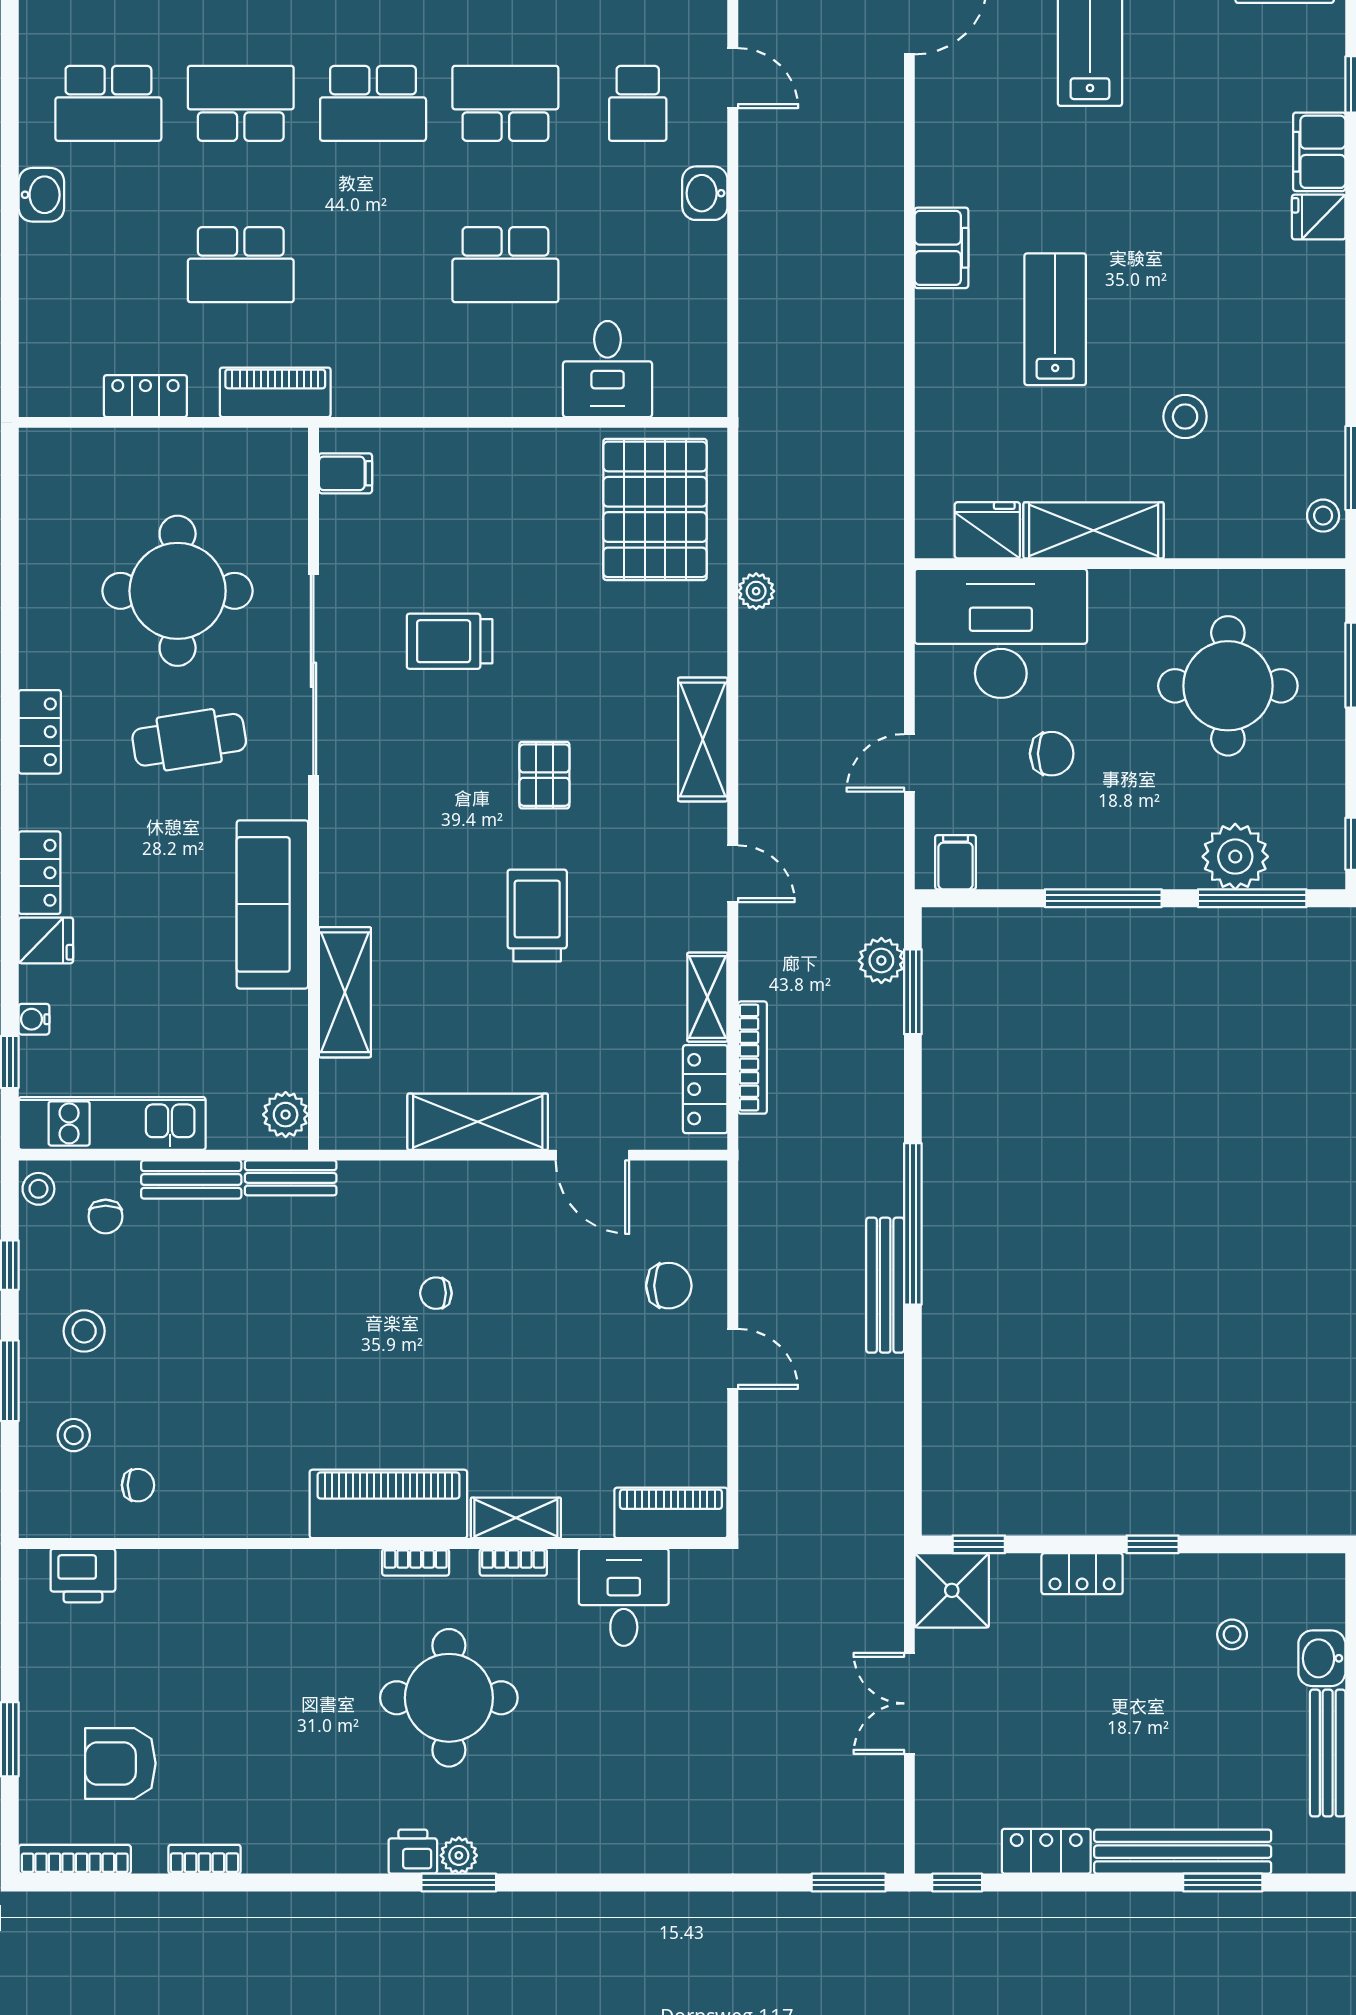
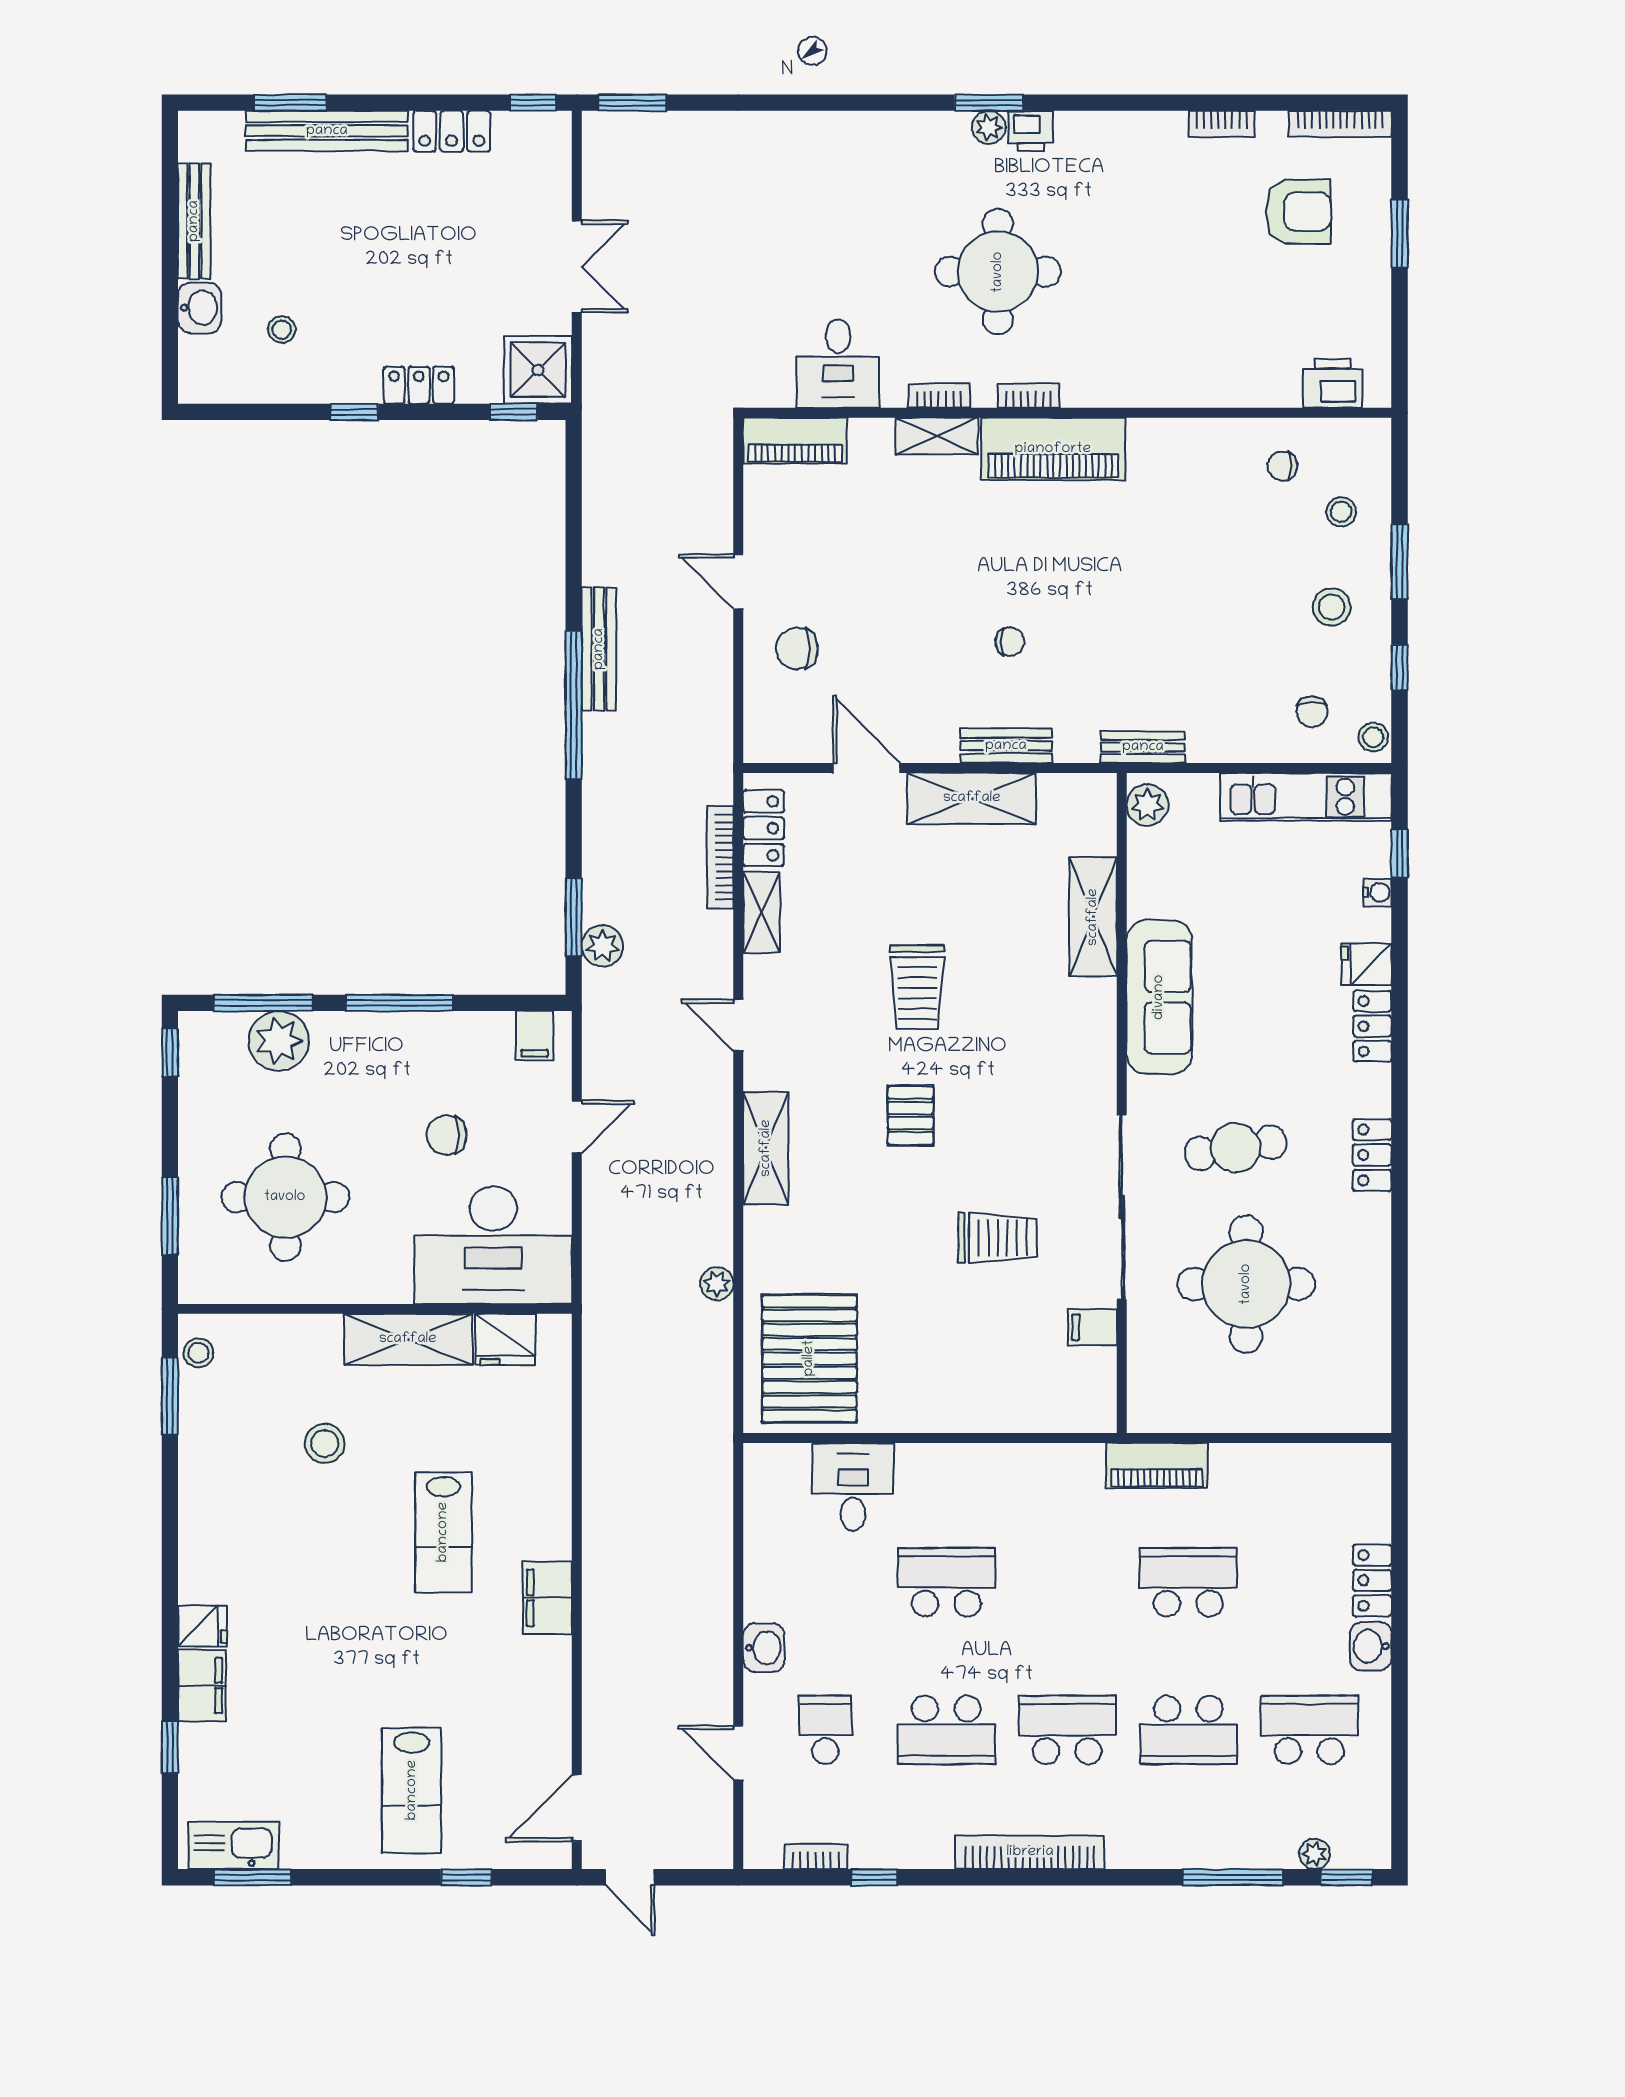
locker: (145, 396) -> (1372, 1580), moved, turned 90
filing cabinet: (345, 473) -> (1093, 1327), moved
bench: (191, 1180) -> (1006, 746), moved
chair: (106, 1216) -> (1312, 712), turned 180

